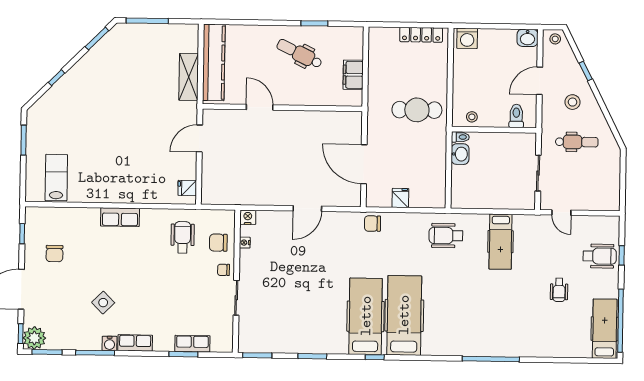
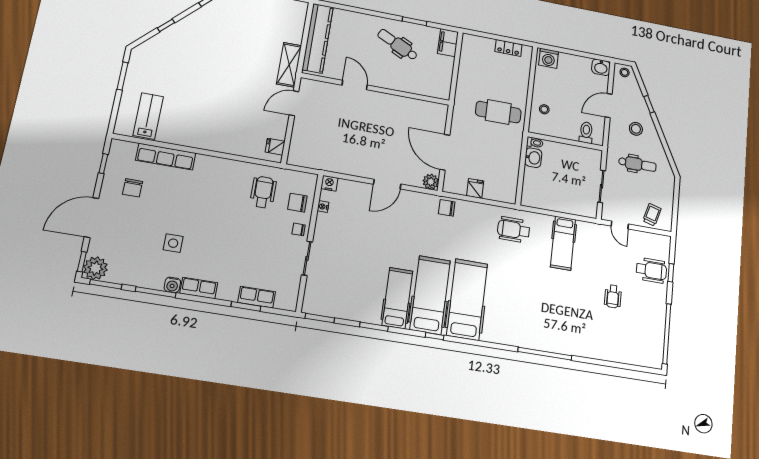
locker: (421, 35) -> (508, 48), width x0.66
filing cabinet: (353, 75) -> (448, 43), moved
shelving: (189, 77) -> (289, 65), moved
stool: (472, 117) -> (544, 109), moved
trolley: (597, 196) -> (652, 215), added
plant: (353, 198) -> (431, 182), added
row of seats: (120, 217) -> (166, 157), moved, width x1.48
side table: (103, 303) -> (173, 243), turned 45
hospital bed: (605, 329) -> (397, 298), moved

